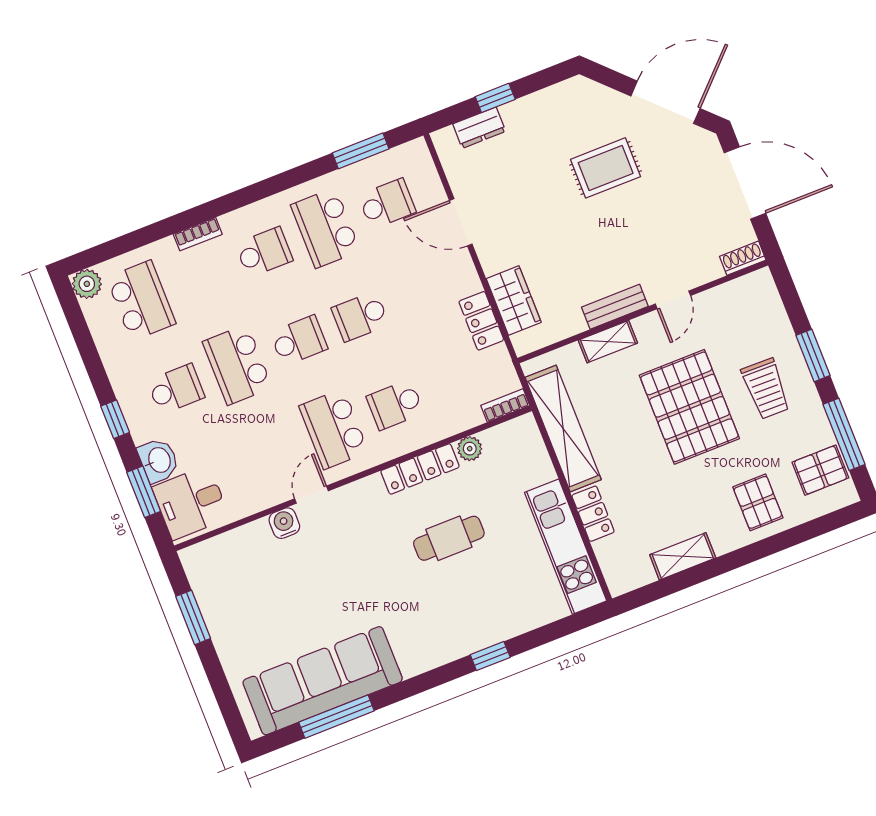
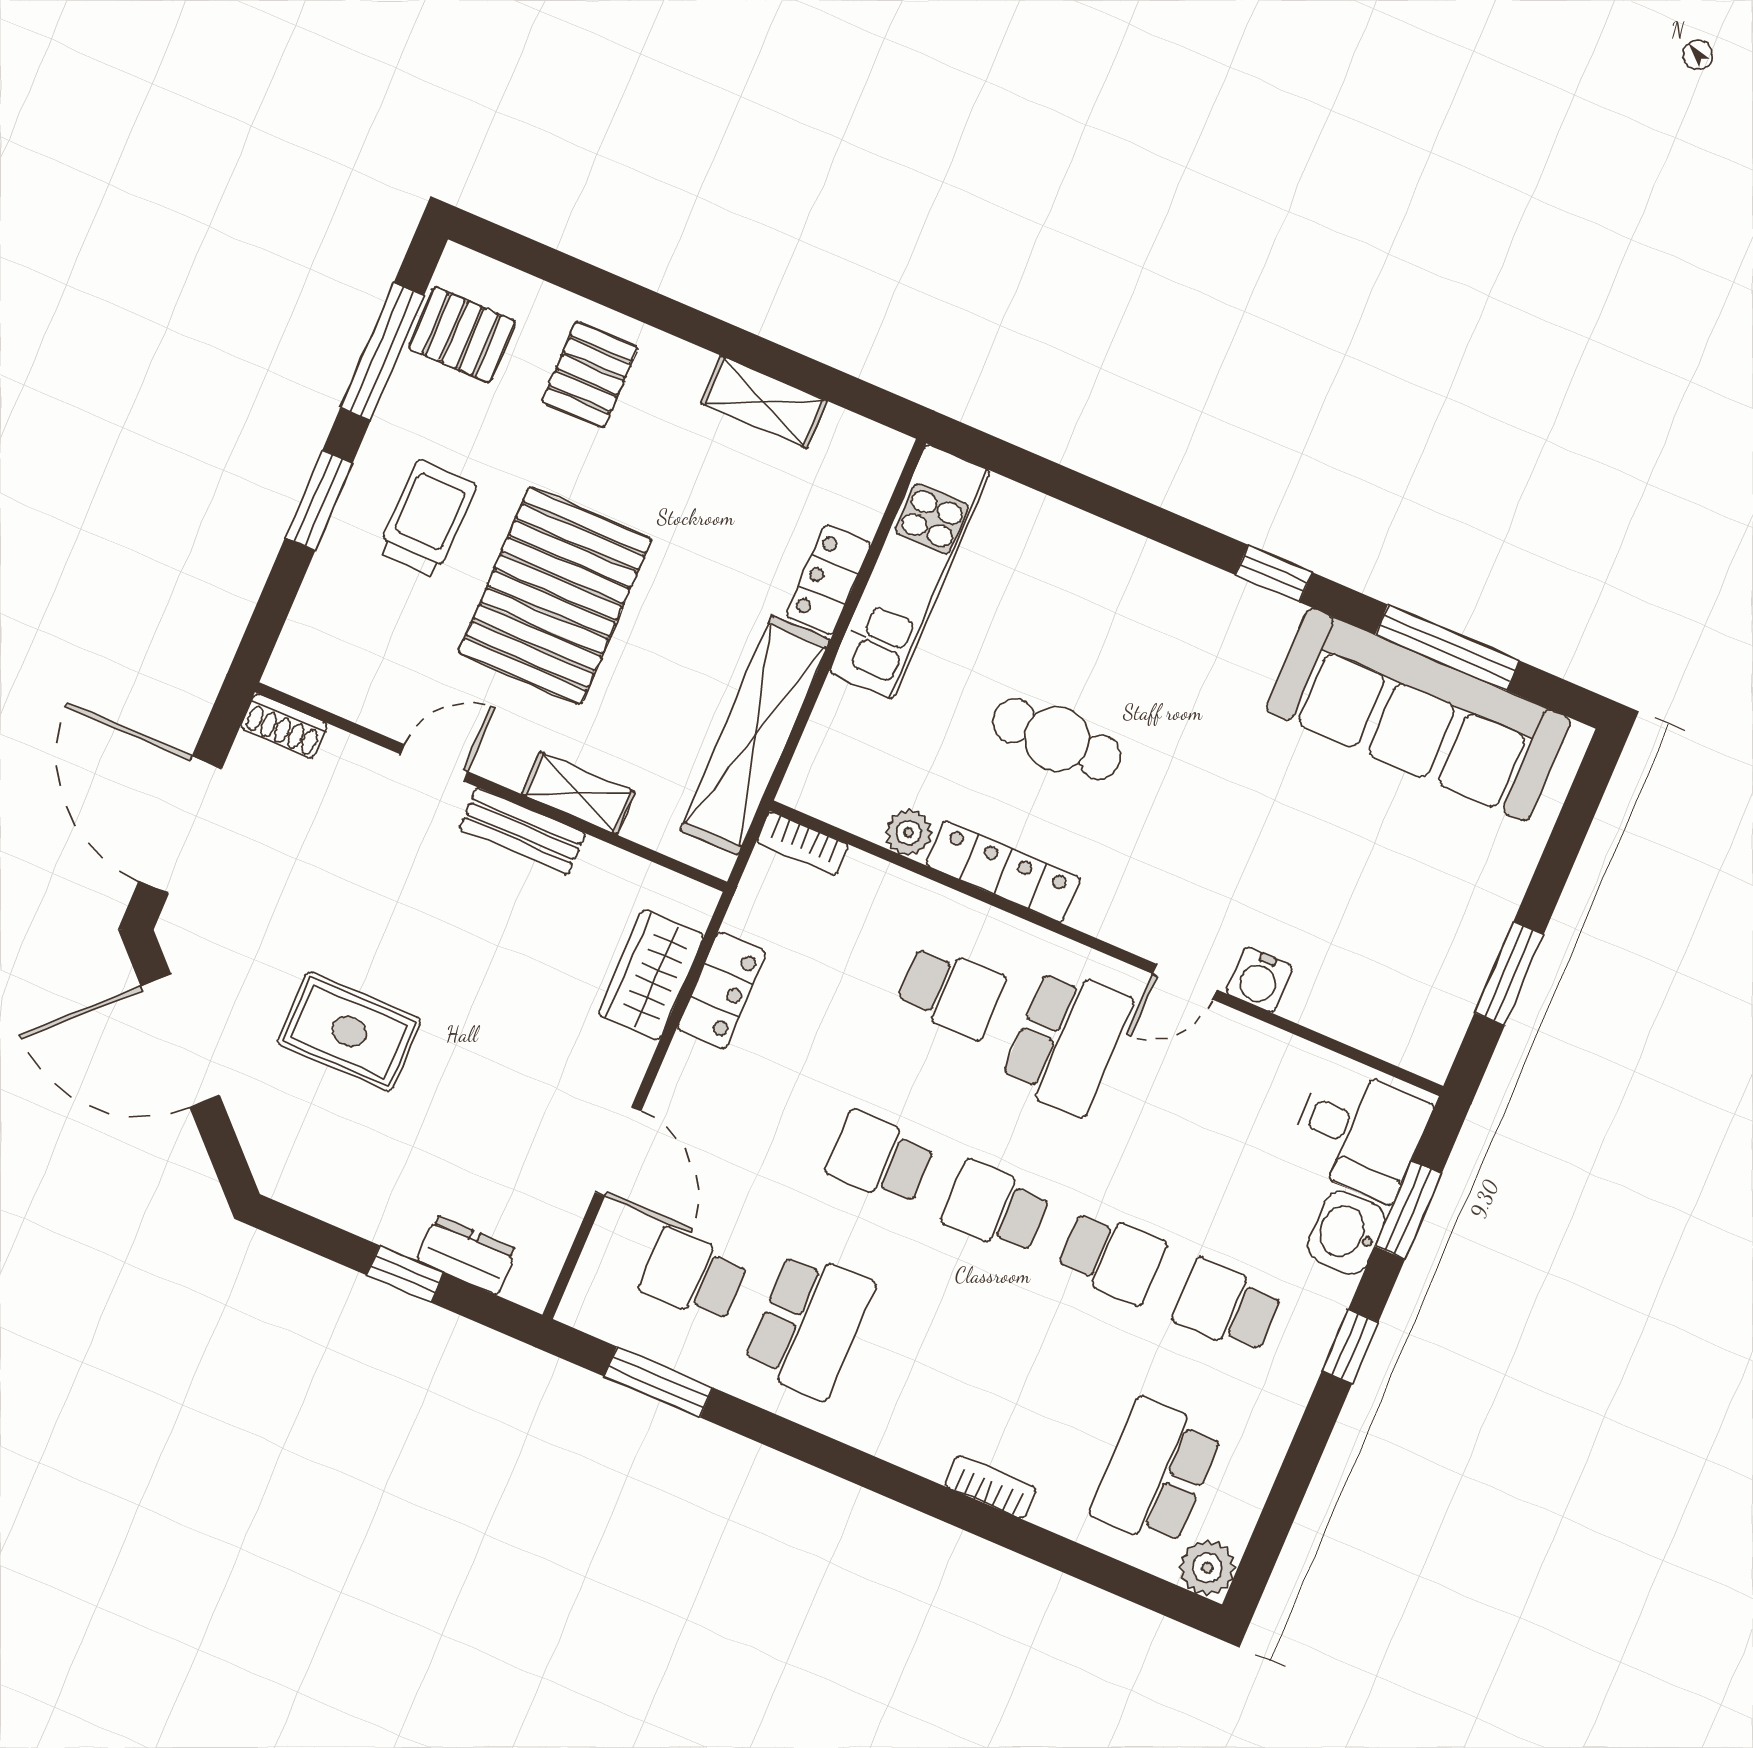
school desk: (264, 252) -> (925, 1374), removed
school desk: (360, 316) -> (880, 1158), turned 180
school desk: (237, 365) -> (1111, 1257), width x0.54
window: (490, 656) -> (1274, 574), moved

